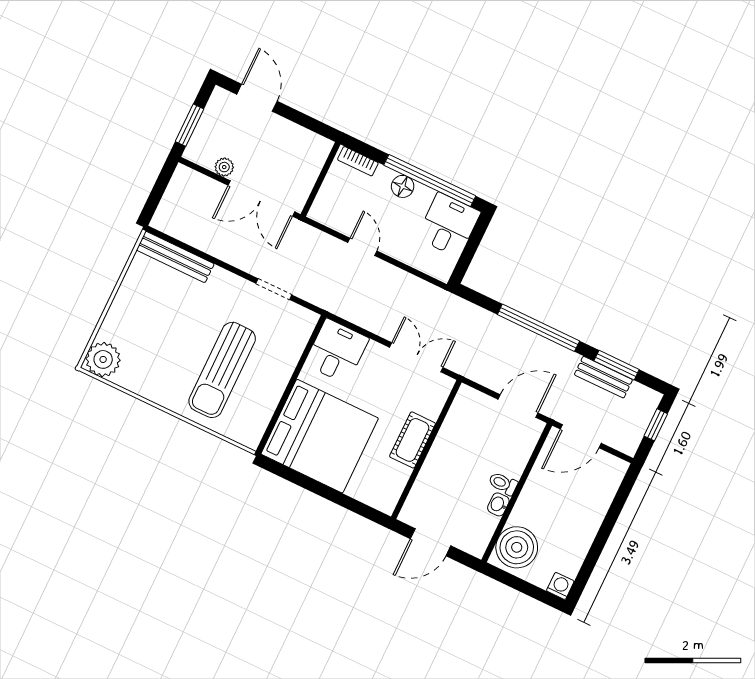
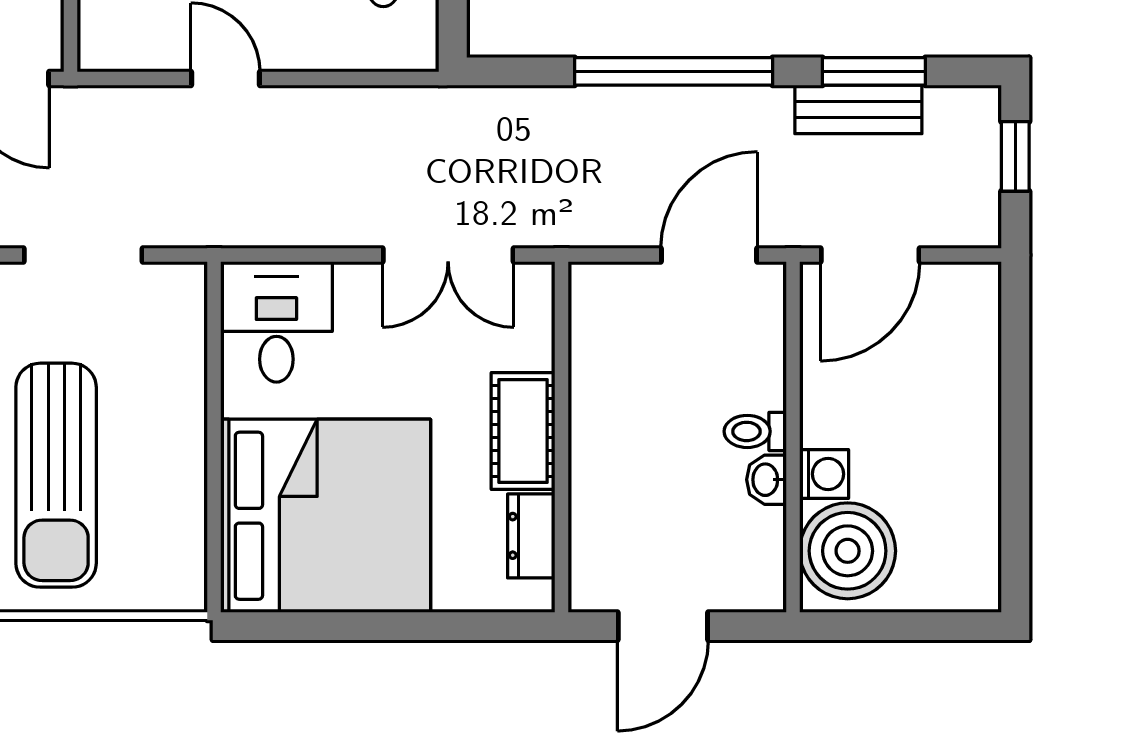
doorway: (274, 289) -> (83, 255), width x1.38
double door: (416, 357) -> (448, 255), swing flipped
dresser: (396, 482) -> (531, 536), added
washing machine: (560, 586) -> (824, 474), moved, turned 90

